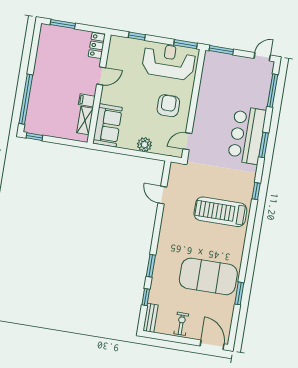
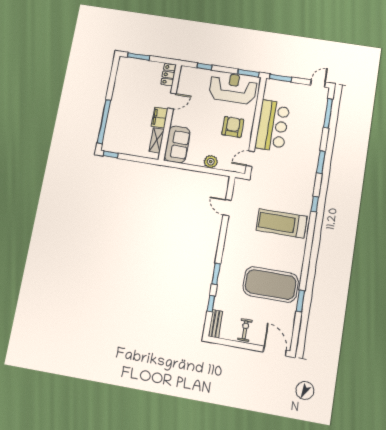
filing cabinet: (87, 100) -> (160, 117), width x2.00
bar counter: (247, 135) -> (272, 126), moved, turned 180

